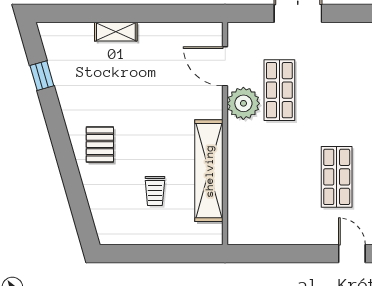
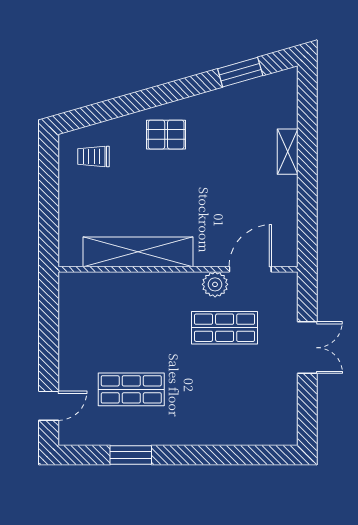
window: (42, 76) -> (240, 72), width x1.50
plant: (243, 103) -> (215, 284), width x0.73, depth x0.73
trolley: (155, 191) -> (94, 156), moved

